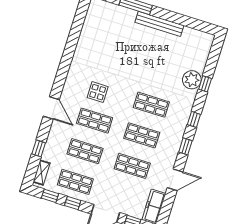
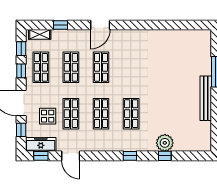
display table: (98, 92) -> (48, 116), moved
window: (185, 146) -> (41, 156), moved

